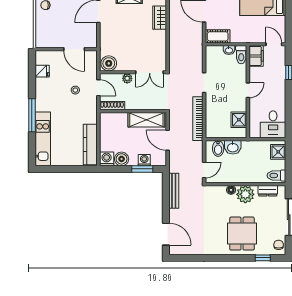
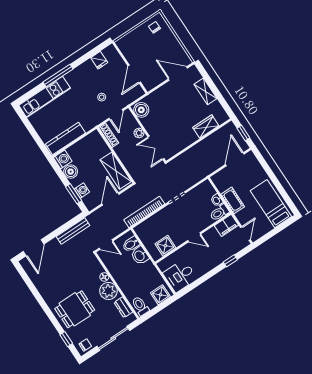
cot: (218, 36) -> (233, 200), moved

